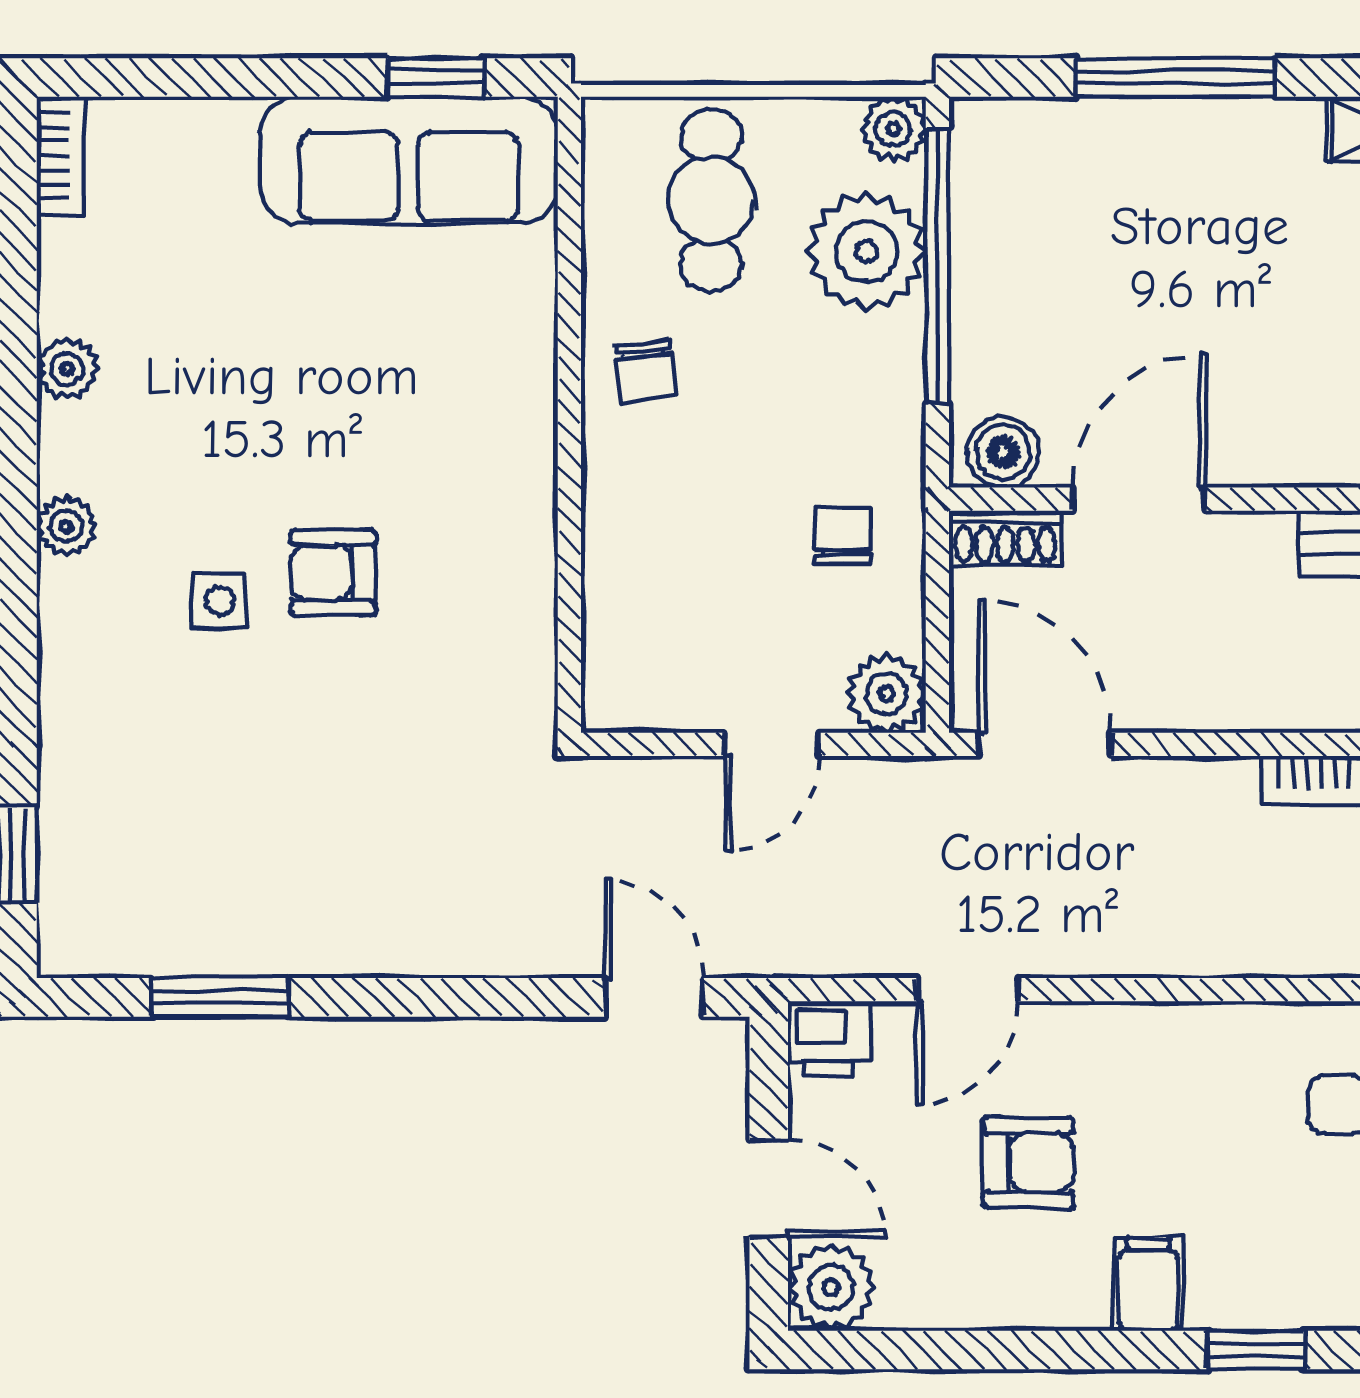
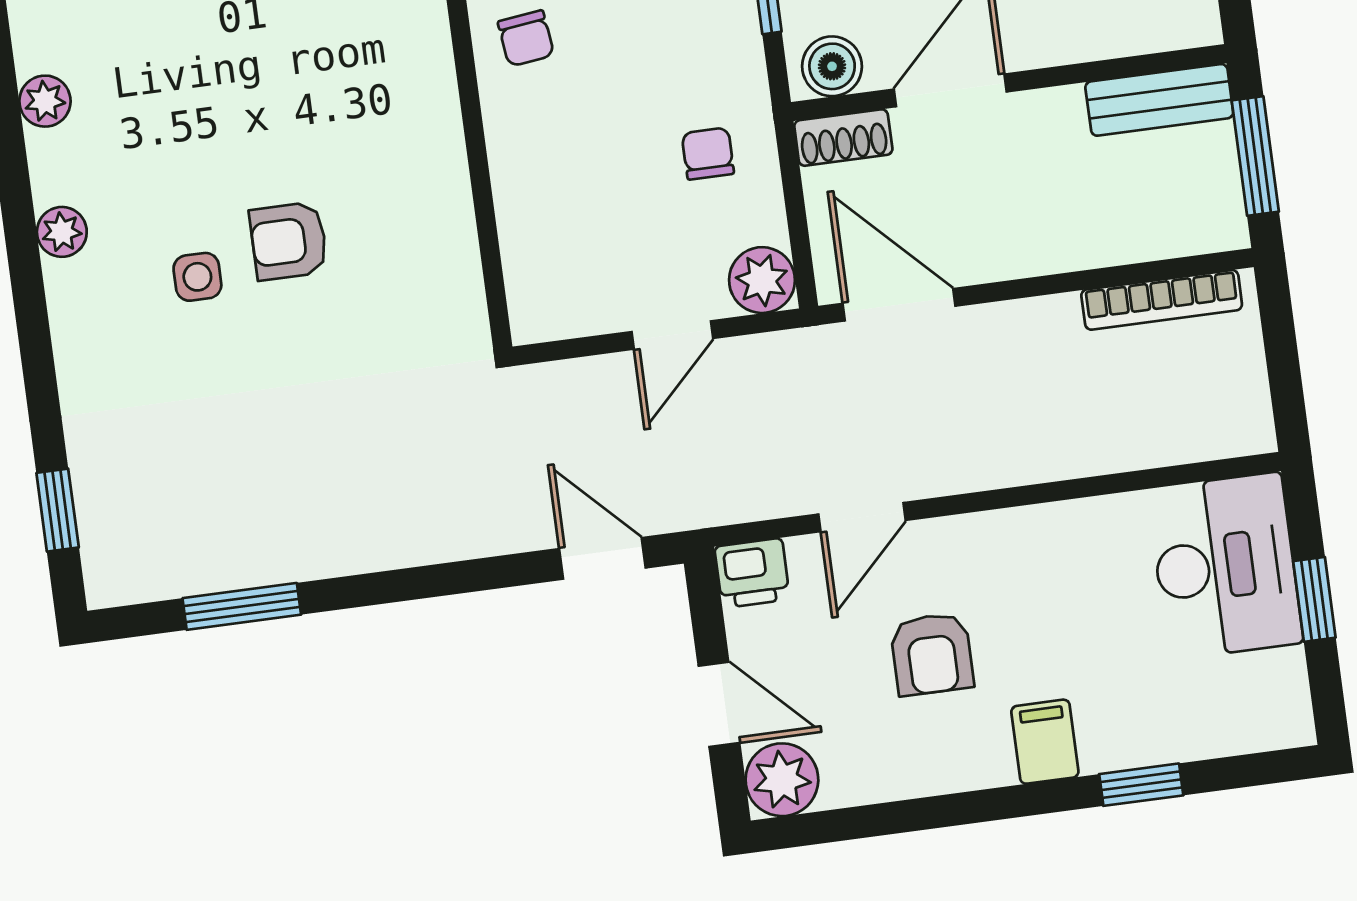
armchair: (1028, 1163) -> (932, 654), turned 90

